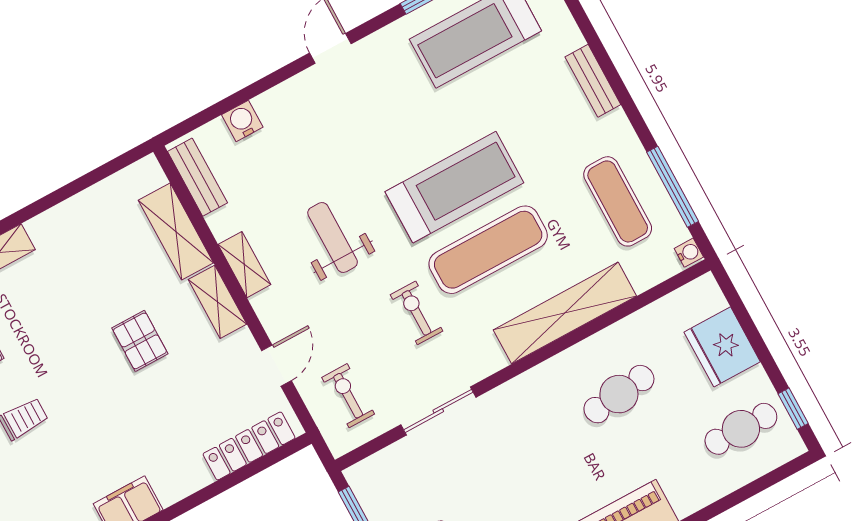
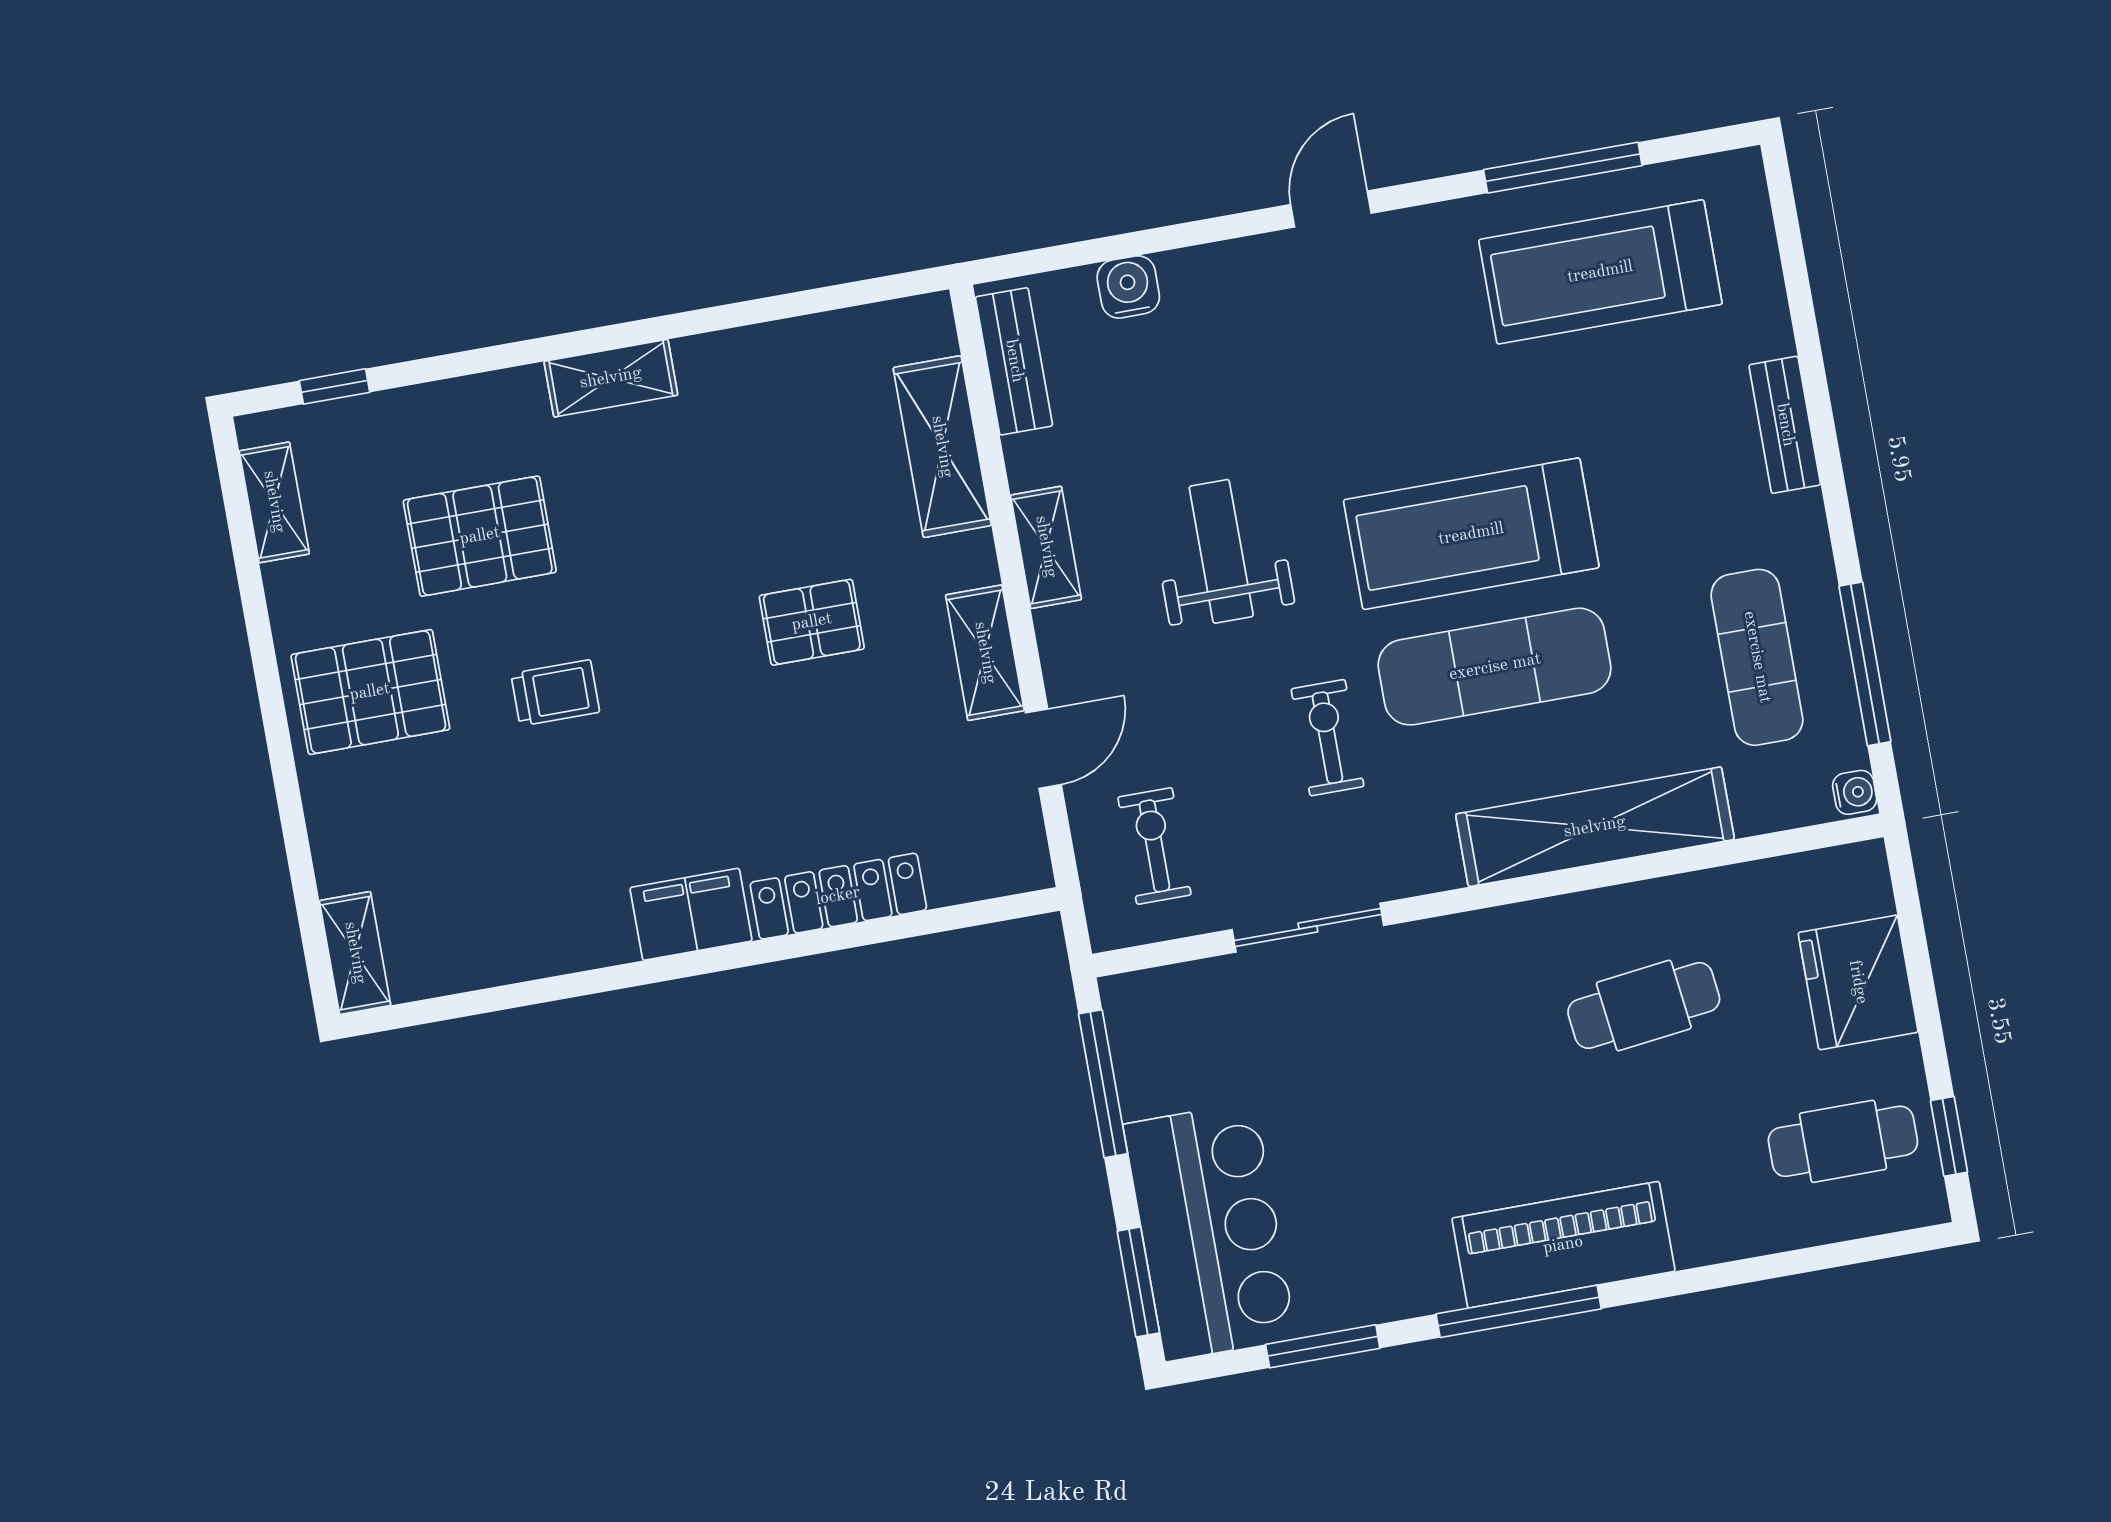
treadmill: (454, 187) -> (1471, 534), turned 180
shelving: (217, 302) -> (985, 653), moved
pallet: (140, 341) -> (812, 622), turned 90
locker: (249, 446) -> (838, 896), moved

